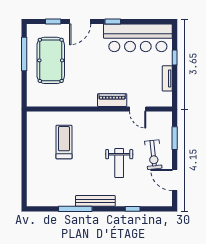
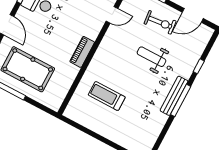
piano: (112, 100) -> (82, 52), moved
weight bench: (119, 163) -> (151, 57), turned 180
window: (75, 209) -> (181, 100), moved

